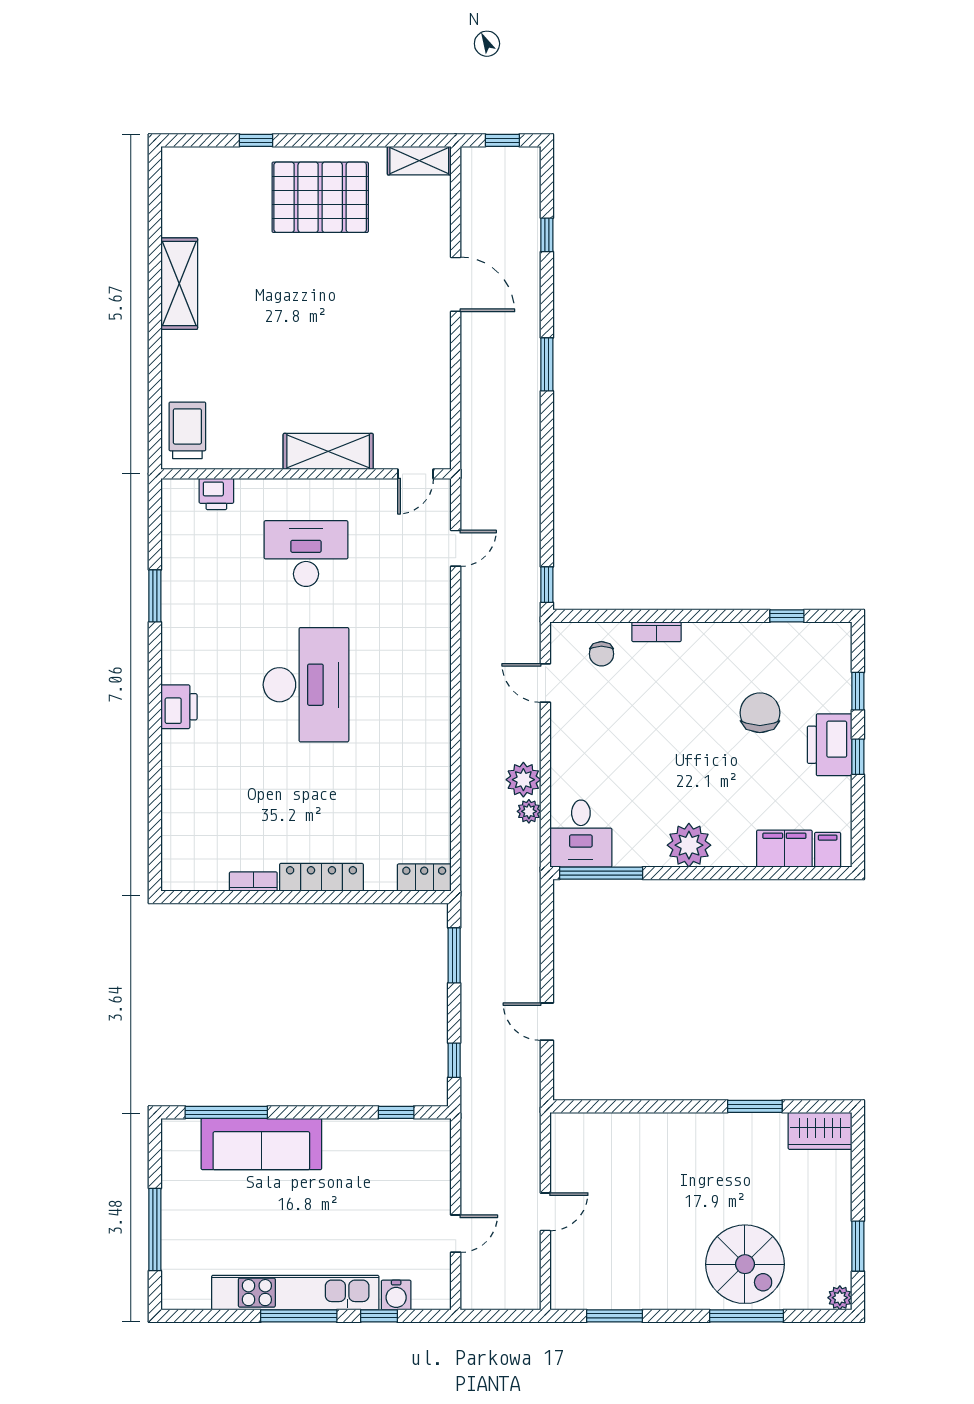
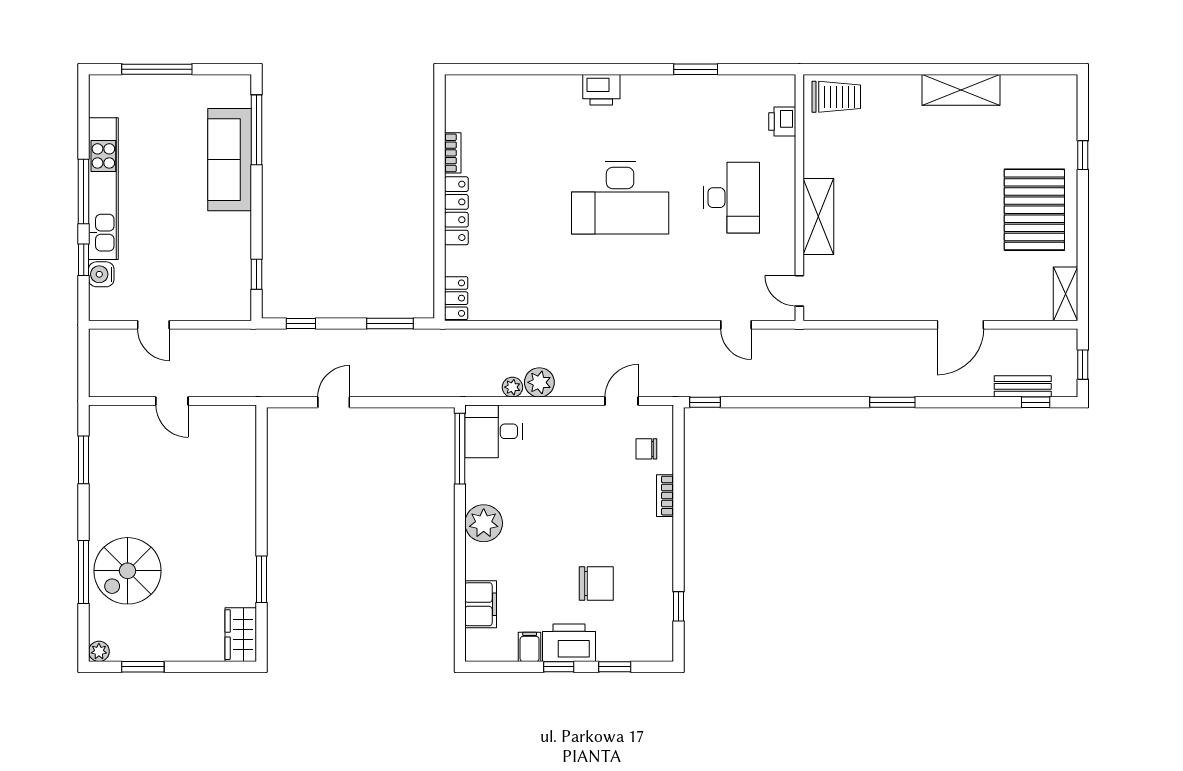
bench: (528, 211) -> (1023, 386), added
window: (547, 235) -> (1036, 402), moved
filing cabinet: (828, 850) -> (530, 647), moved, turned -90

